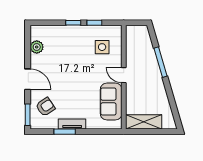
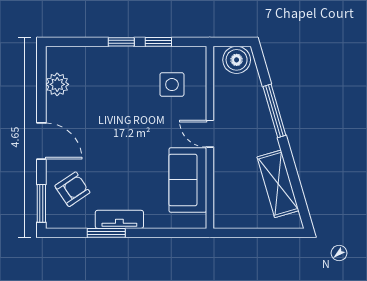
boiler: (139, 33) -> (237, 60), added
shelving: (144, 122) -> (278, 184), moved, turned 74

